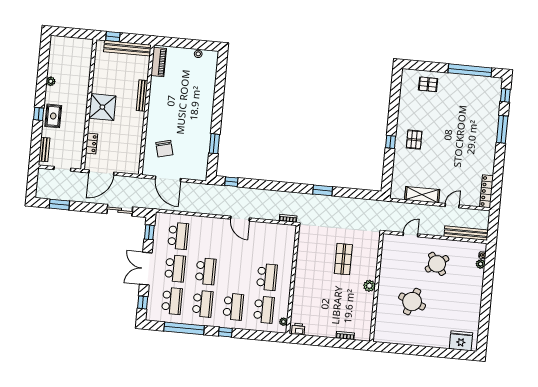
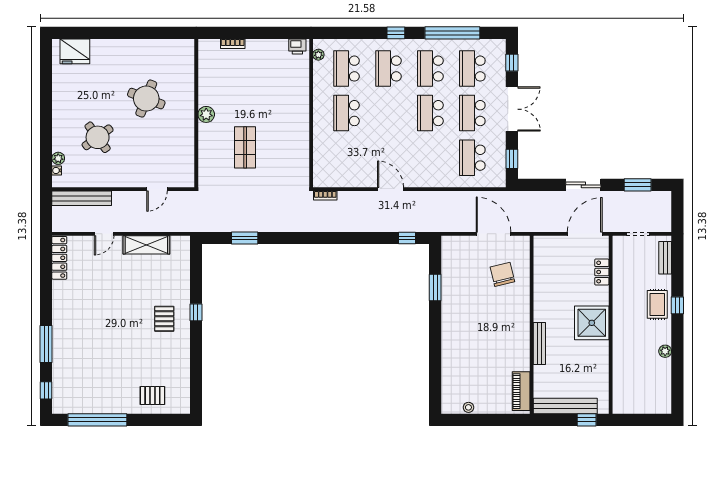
window: (323, 190) -> (245, 238), moved
sliding door: (120, 210) -> (583, 185), moved
round table: (437, 264) -> (98, 137), moved

